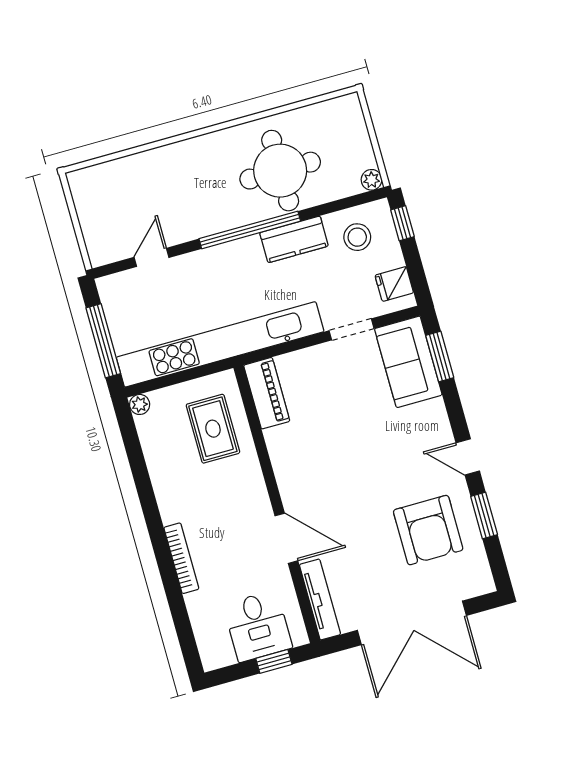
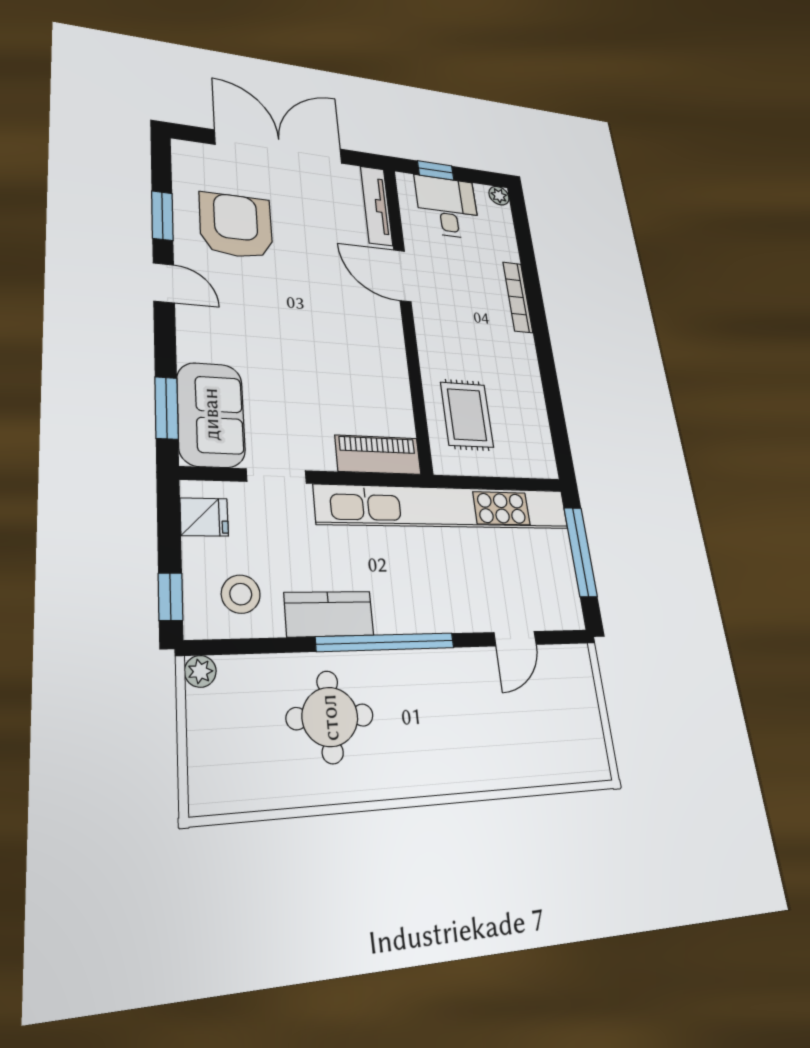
round table: (280, 171) -> (330, 717), width x0.73, depth x0.73
piano: (267, 393) -> (378, 455), moved, turned 90
plant: (140, 404) -> (499, 196), moved

